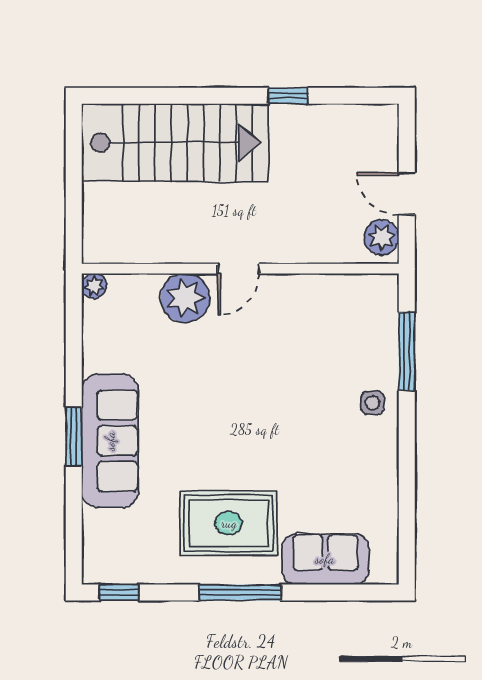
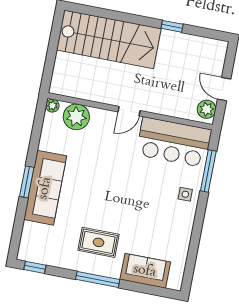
plant: (185, 298) -> (76, 117), moved
bar counter: (333, 310) -> (174, 142), added
rug: (229, 523) -> (99, 242), width x0.73, depth x0.70

